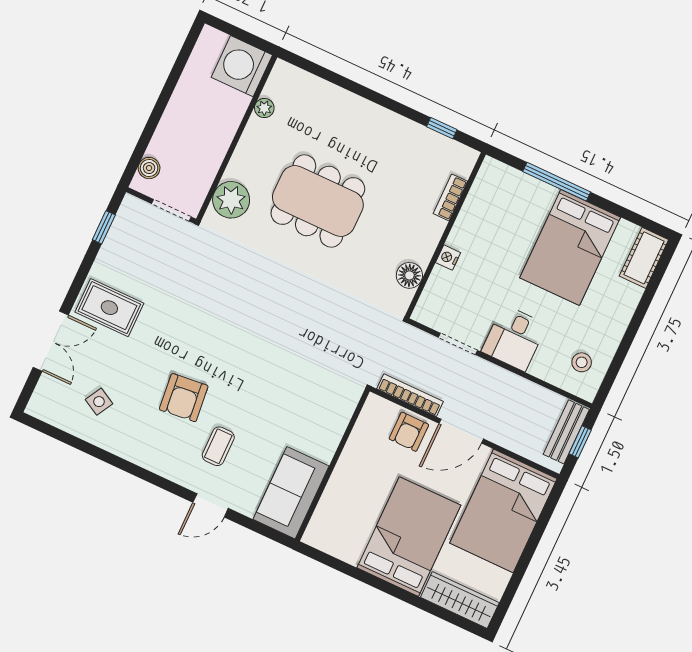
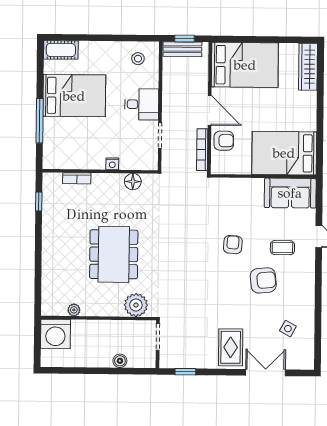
boiler: (149, 168) -> (120, 361), moved
armchair: (255, 377) -> (233, 245), added
bed: (409, 537) -> (284, 153), moved

